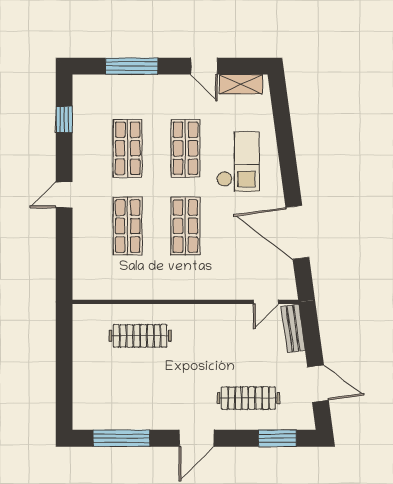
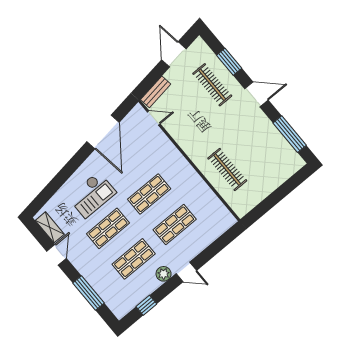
checkout: (238, 162) -> (92, 195), turned 180
plant: (83, 168) -> (164, 274), added
window: (277, 438) -> (229, 62), moved

